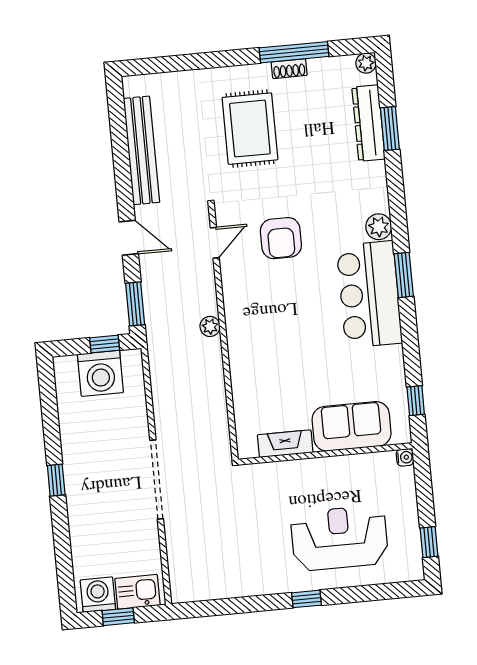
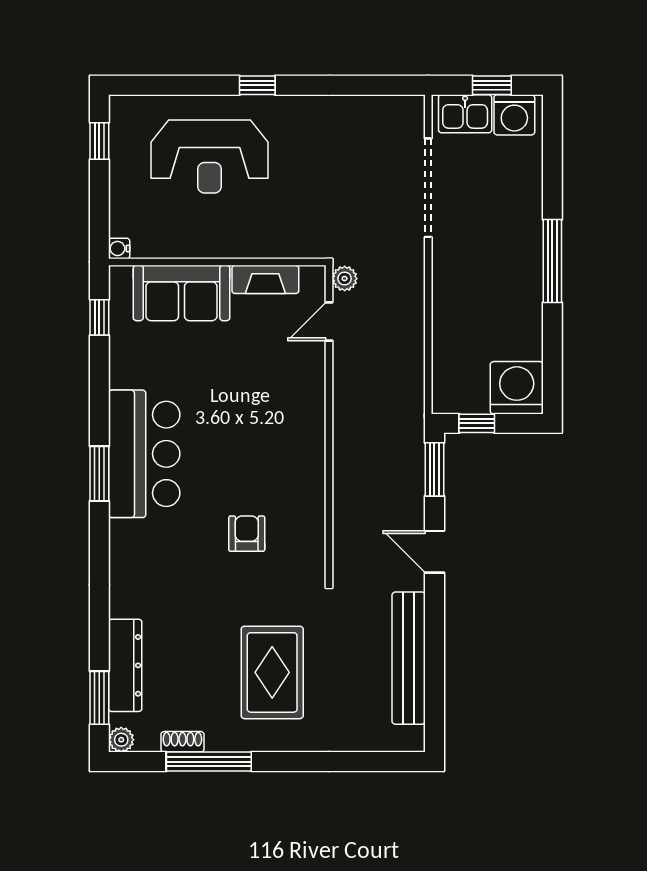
shoe rack: (289, 69) -> (182, 742), moved
window: (390, 129) -> (99, 698), moved
plant: (379, 227) -> (125, 536), removed
armchair: (281, 238) -> (247, 534), width x0.72, depth x0.72
door: (215, 243) -> (329, 321), moved
plant: (210, 326) -> (345, 279), moved
washing machine: (100, 373) -> (517, 388), moved
doorway: (157, 479) -> (428, 188), moved
window: (56, 480) -> (552, 261), width x2.17

